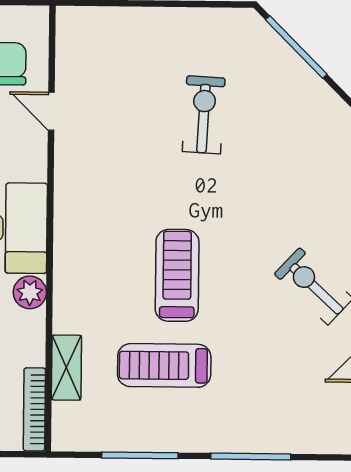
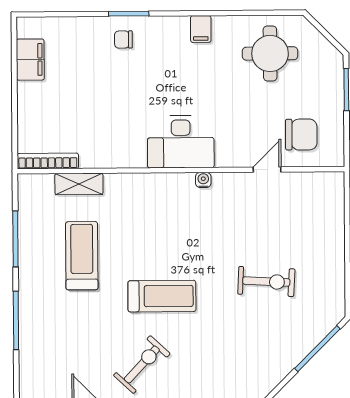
water cooler: (64, 198) -> (203, 180), added
treadmill: (177, 275) -> (162, 296), moved
plant: (30, 292) -> (134, 156), removed

